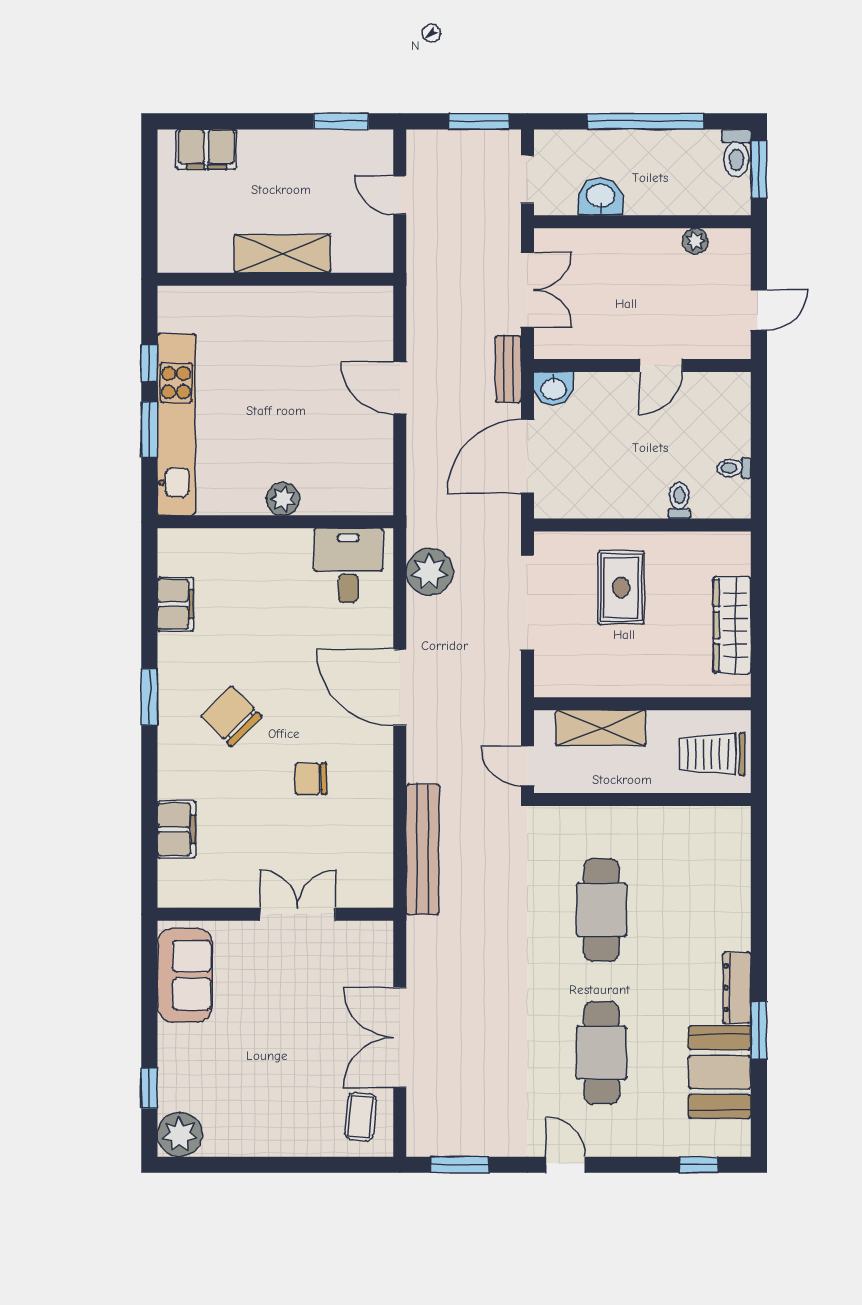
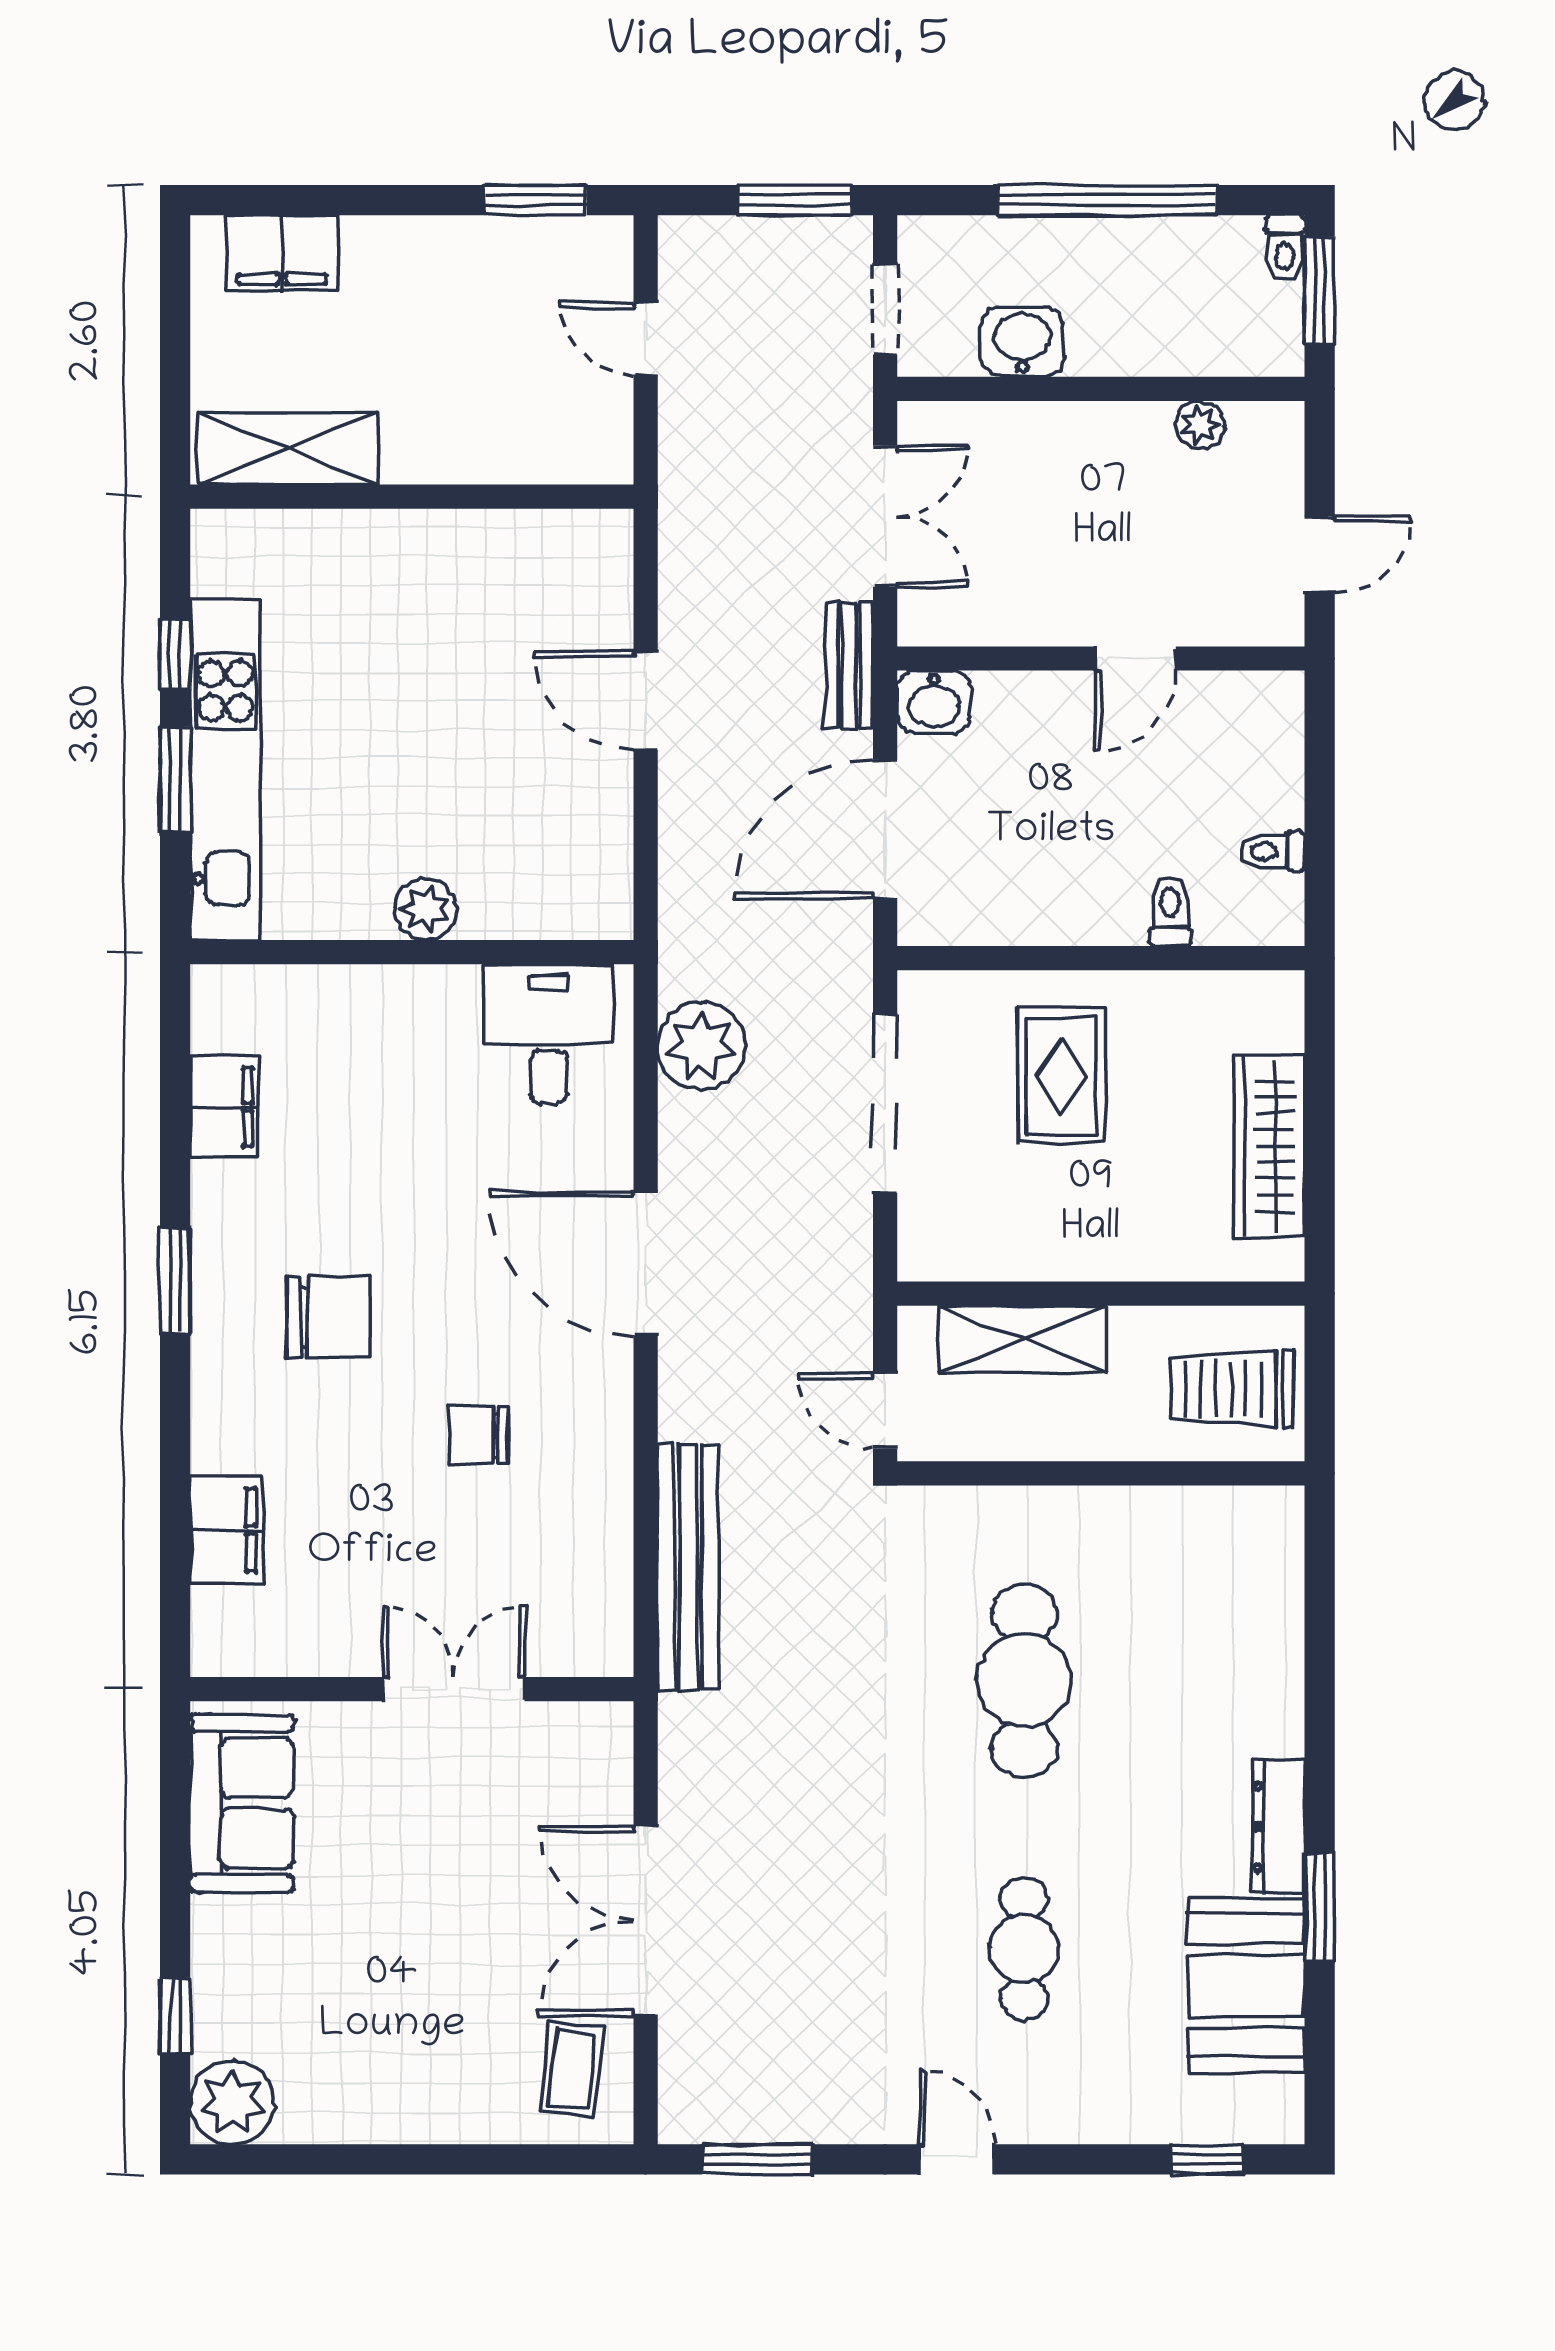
toilet: (736, 153) -> (1285, 247), width x0.73, depth x0.72
shelving: (282, 254) -> (288, 449), moved
chair: (231, 716) -> (329, 1317), turned 135
cafe table: (601, 1053) -> (1024, 1949), width x0.73, depth x0.74

